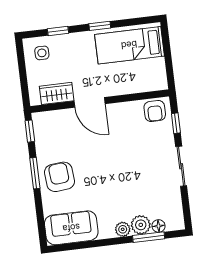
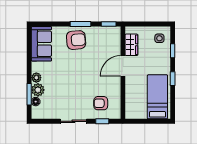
armchair: (155, 111) -> (101, 103), moved

